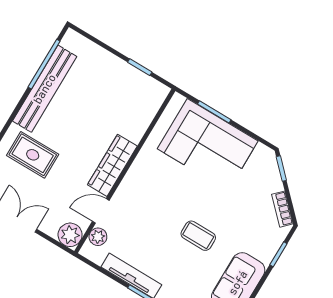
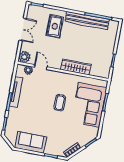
wardrobe: (112, 165) -> (76, 67), moved
coffee table: (198, 236) -> (60, 103), moved

